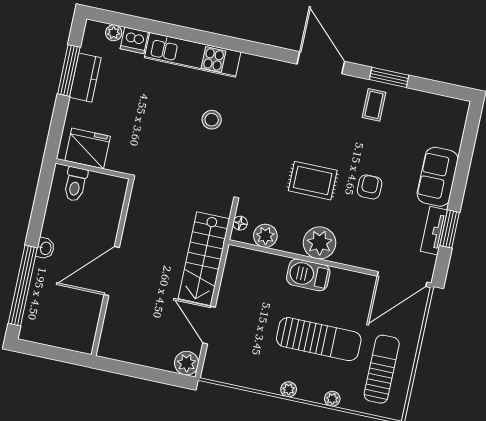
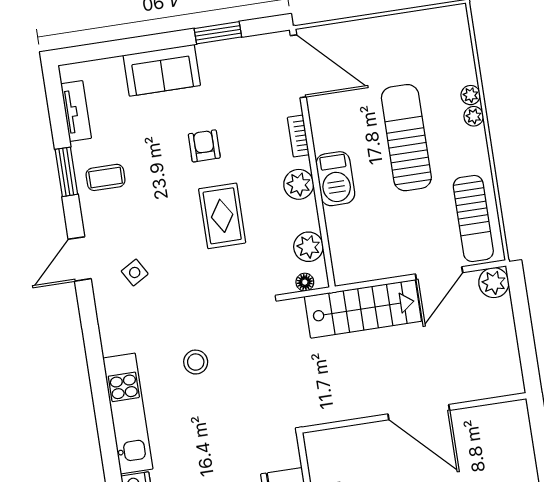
door: (321, 63) -> (80, 259), width x0.73
side table: (295, 100) -> (135, 272), added
armchair: (370, 187) -> (204, 146), turned 90
tv unit: (434, 231) -> (76, 111), moved, turned -90
plant: (320, 243) -> (299, 184), width x0.73, depth x0.73
bookcase: (350, 259) -> (298, 136), added
sun lounger: (382, 369) -> (473, 218), moved, turned -90
plant: (289, 389) -> (474, 116), moved

